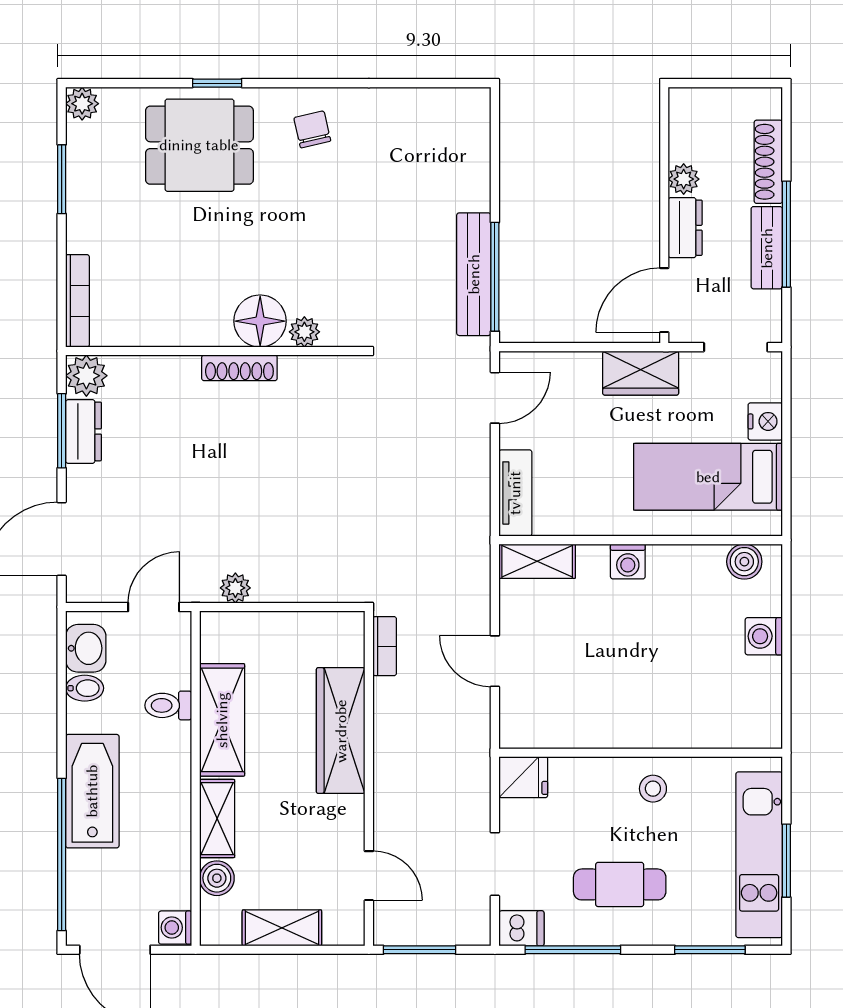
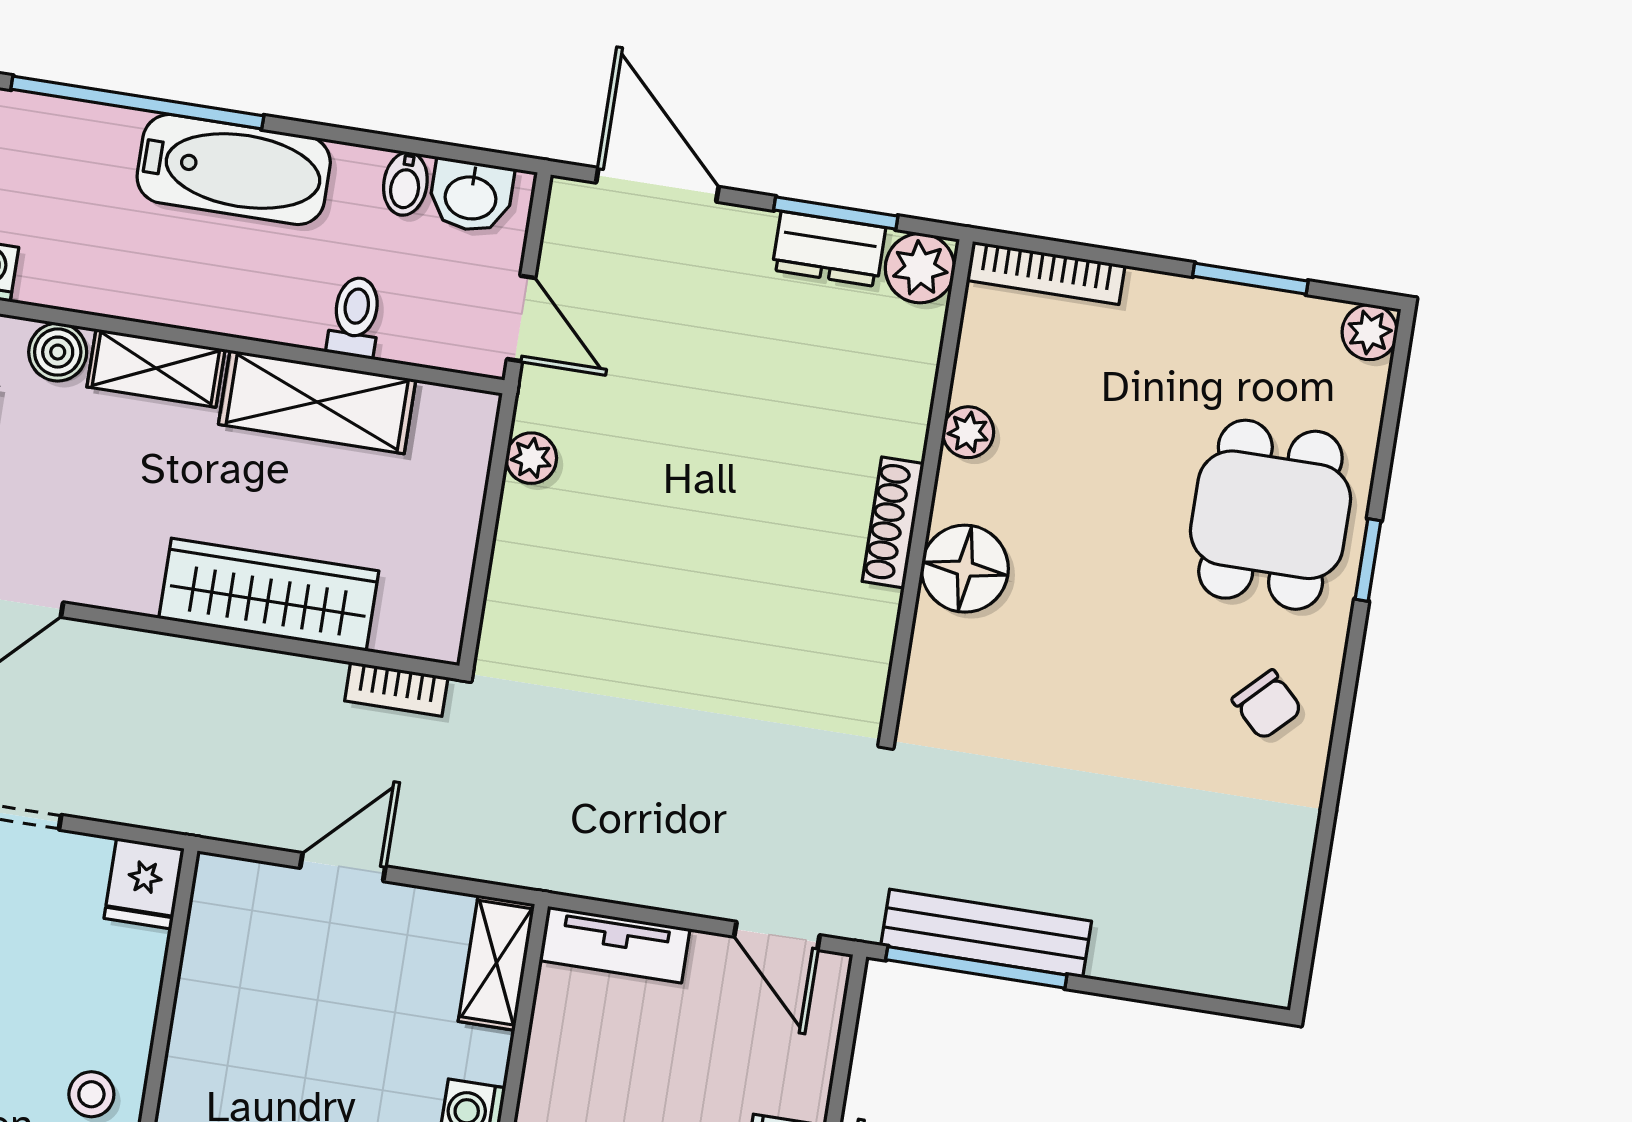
chair: (312, 129) -> (1267, 705), turned 58
plant: (304, 332) -> (968, 432), moved

